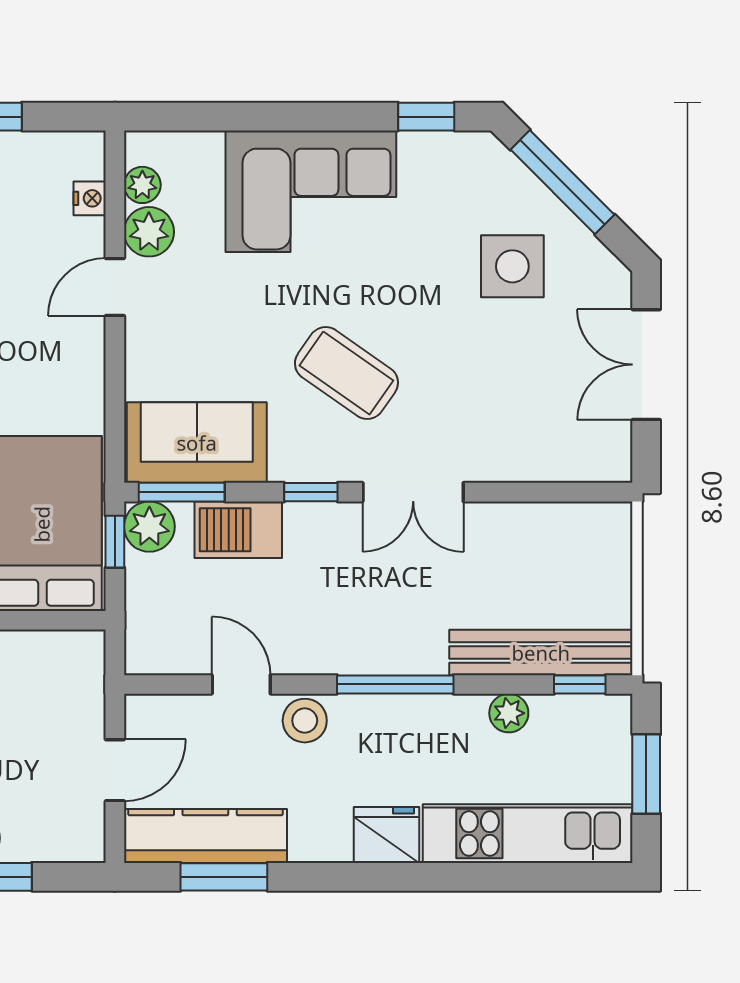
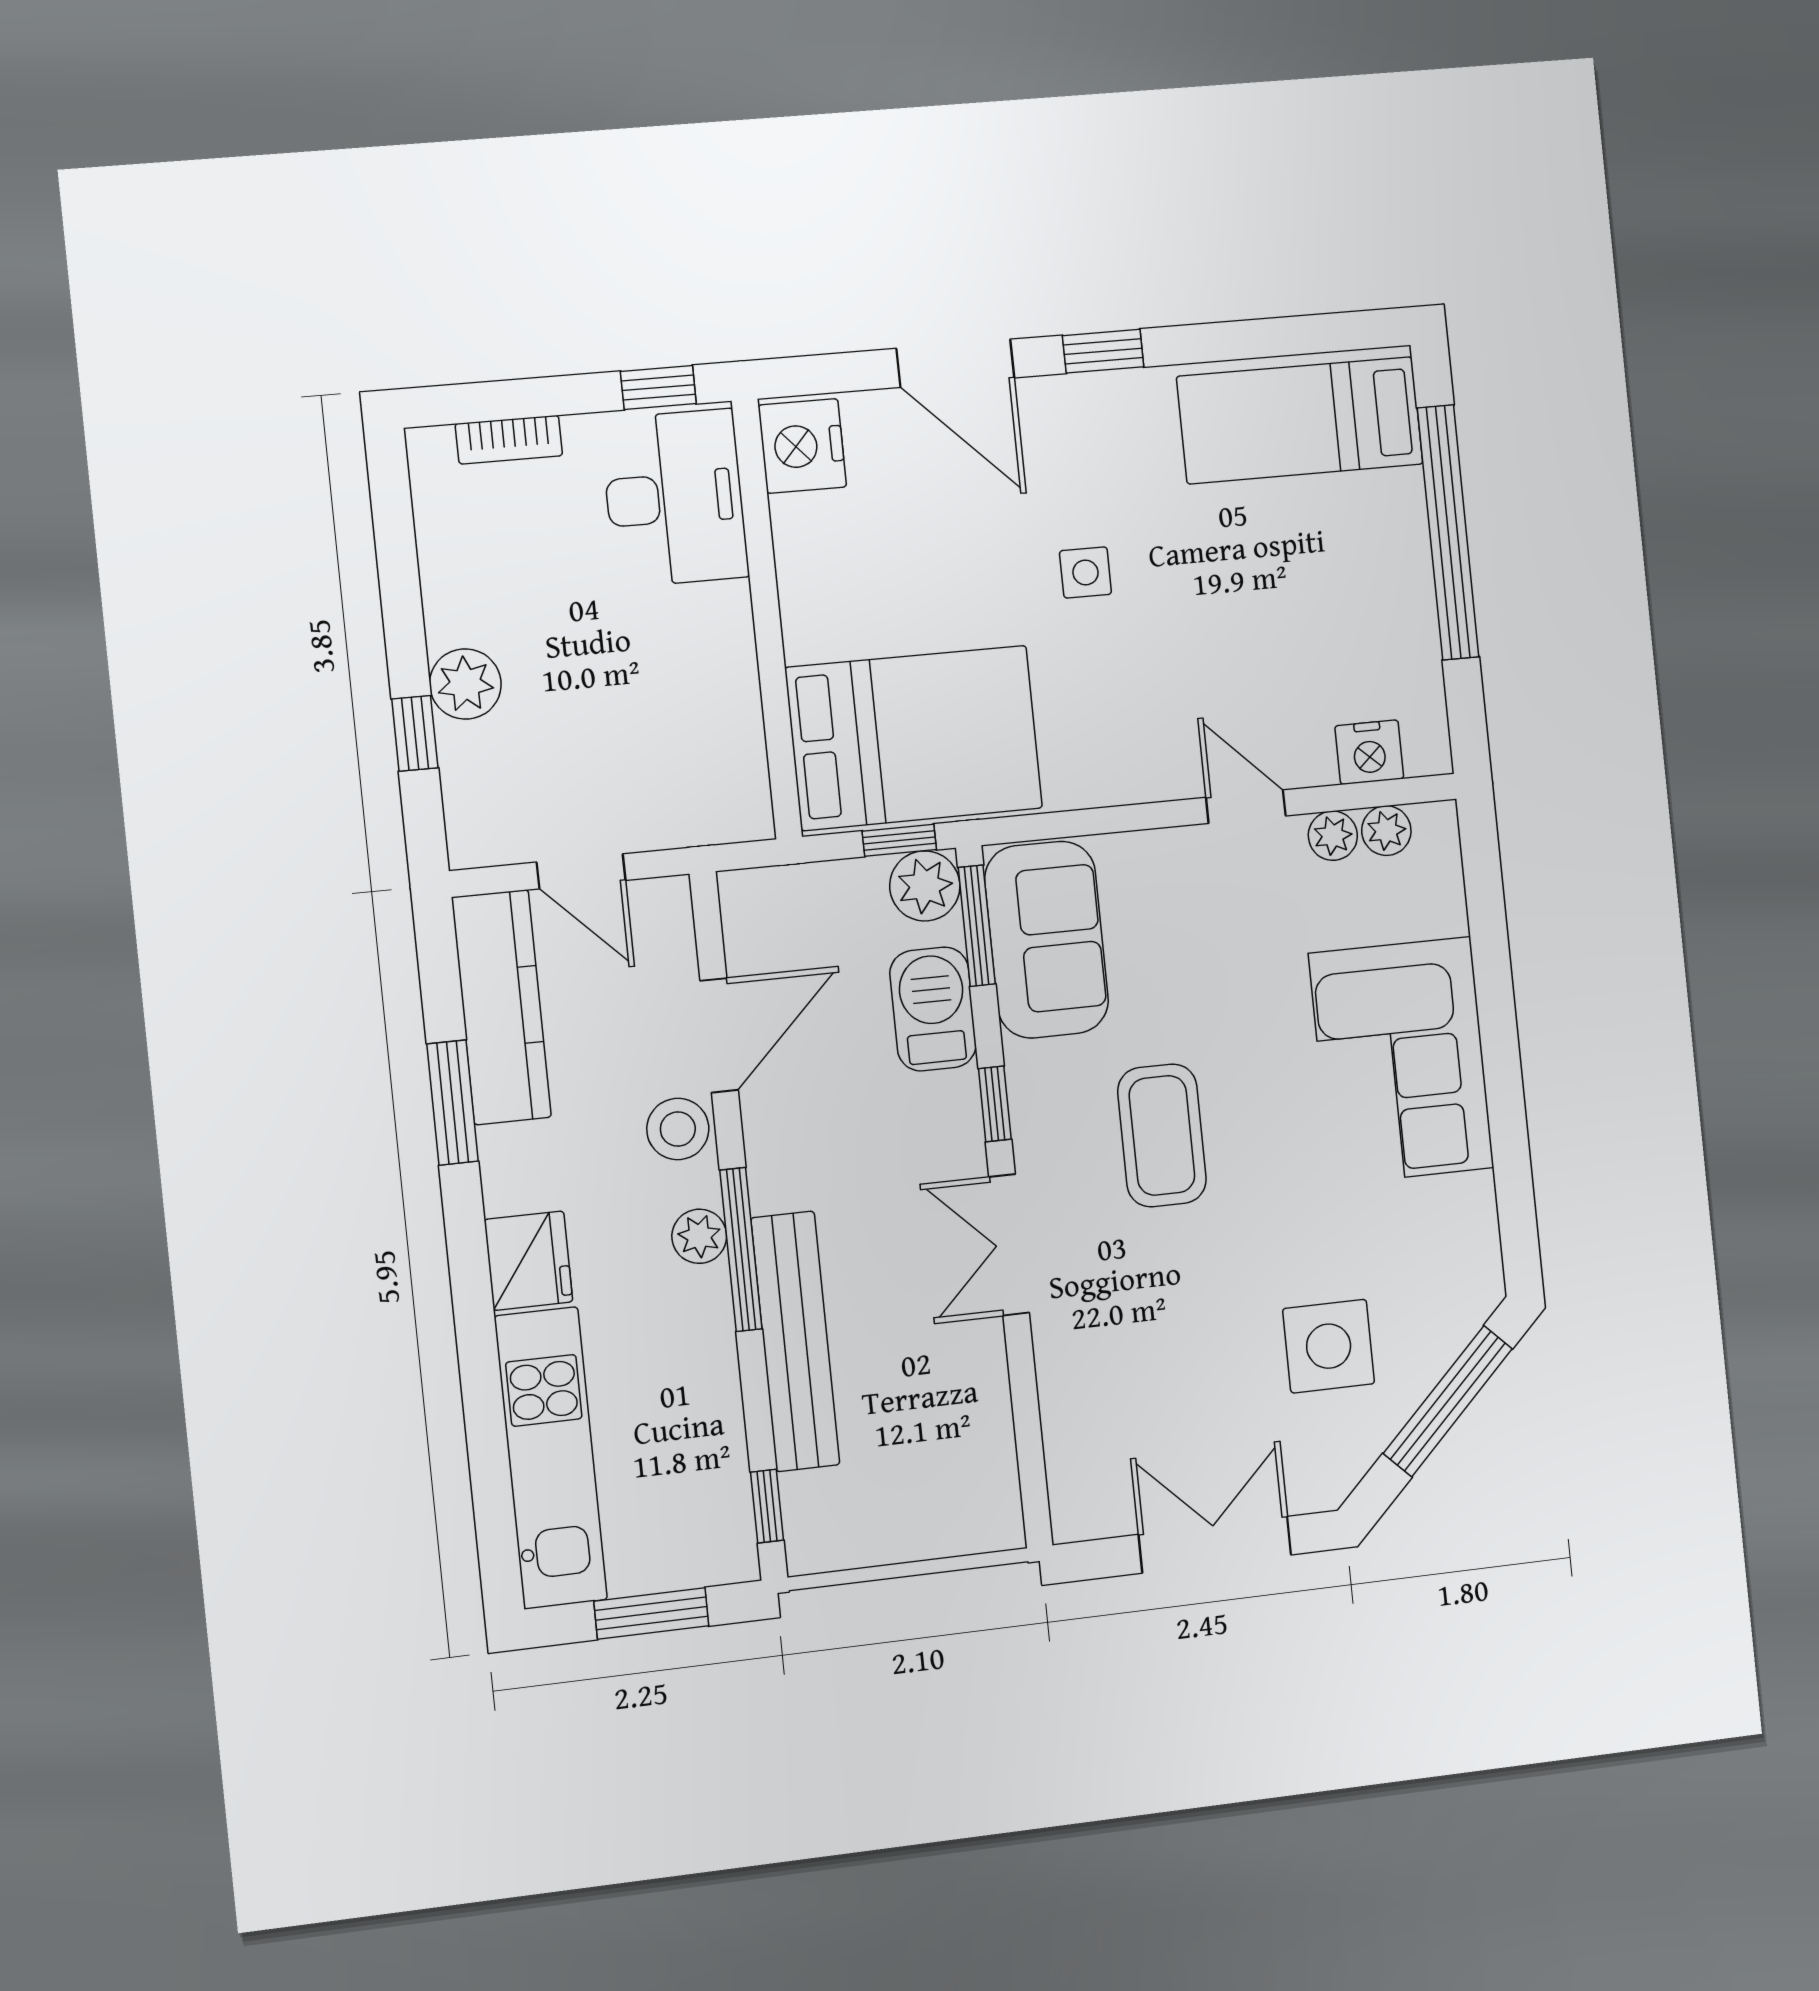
window: (426, 117) -> (1516, 1206), removed
nightstand: (90, 198) -> (1369, 752), width x1.39, depth x1.35
plant: (149, 232) -> (1333, 836), width x0.73, depth x0.73
coffee table: (346, 373) -> (1162, 1135), turned -35
bench: (541, 653) -> (795, 1341), moved
door: (241, 684) -> (719, 1035), width x1.38
plant: (509, 713) -> (699, 1236), moved
window: (224, 877) -> (453, 1103), moved

